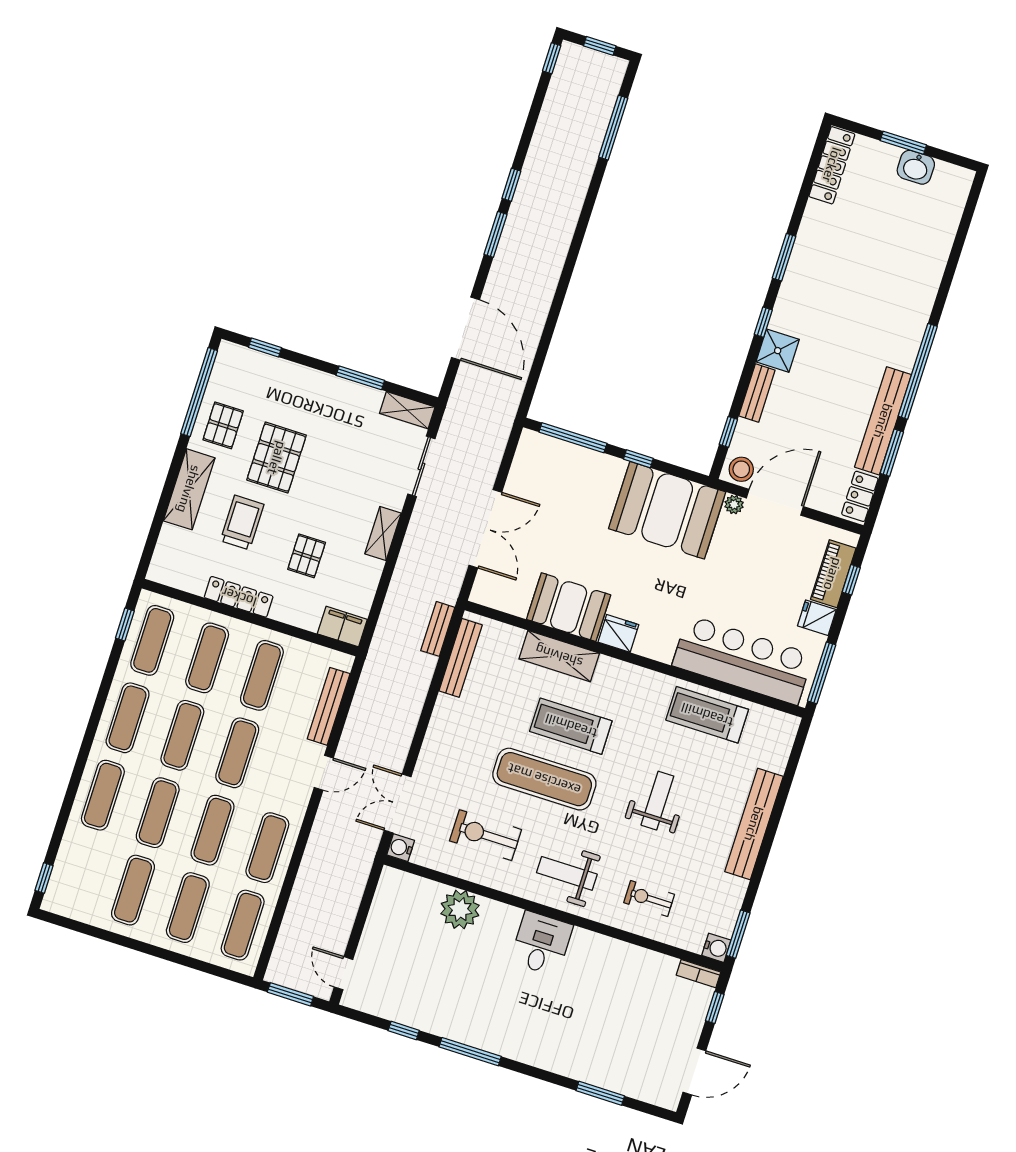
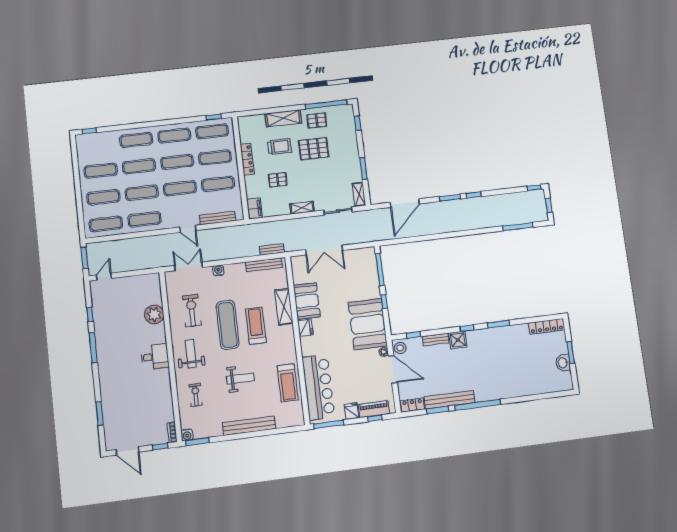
treadmill: (707, 715) -> (288, 383), turned 180
water cooler: (401, 848) -> (218, 271), moved

